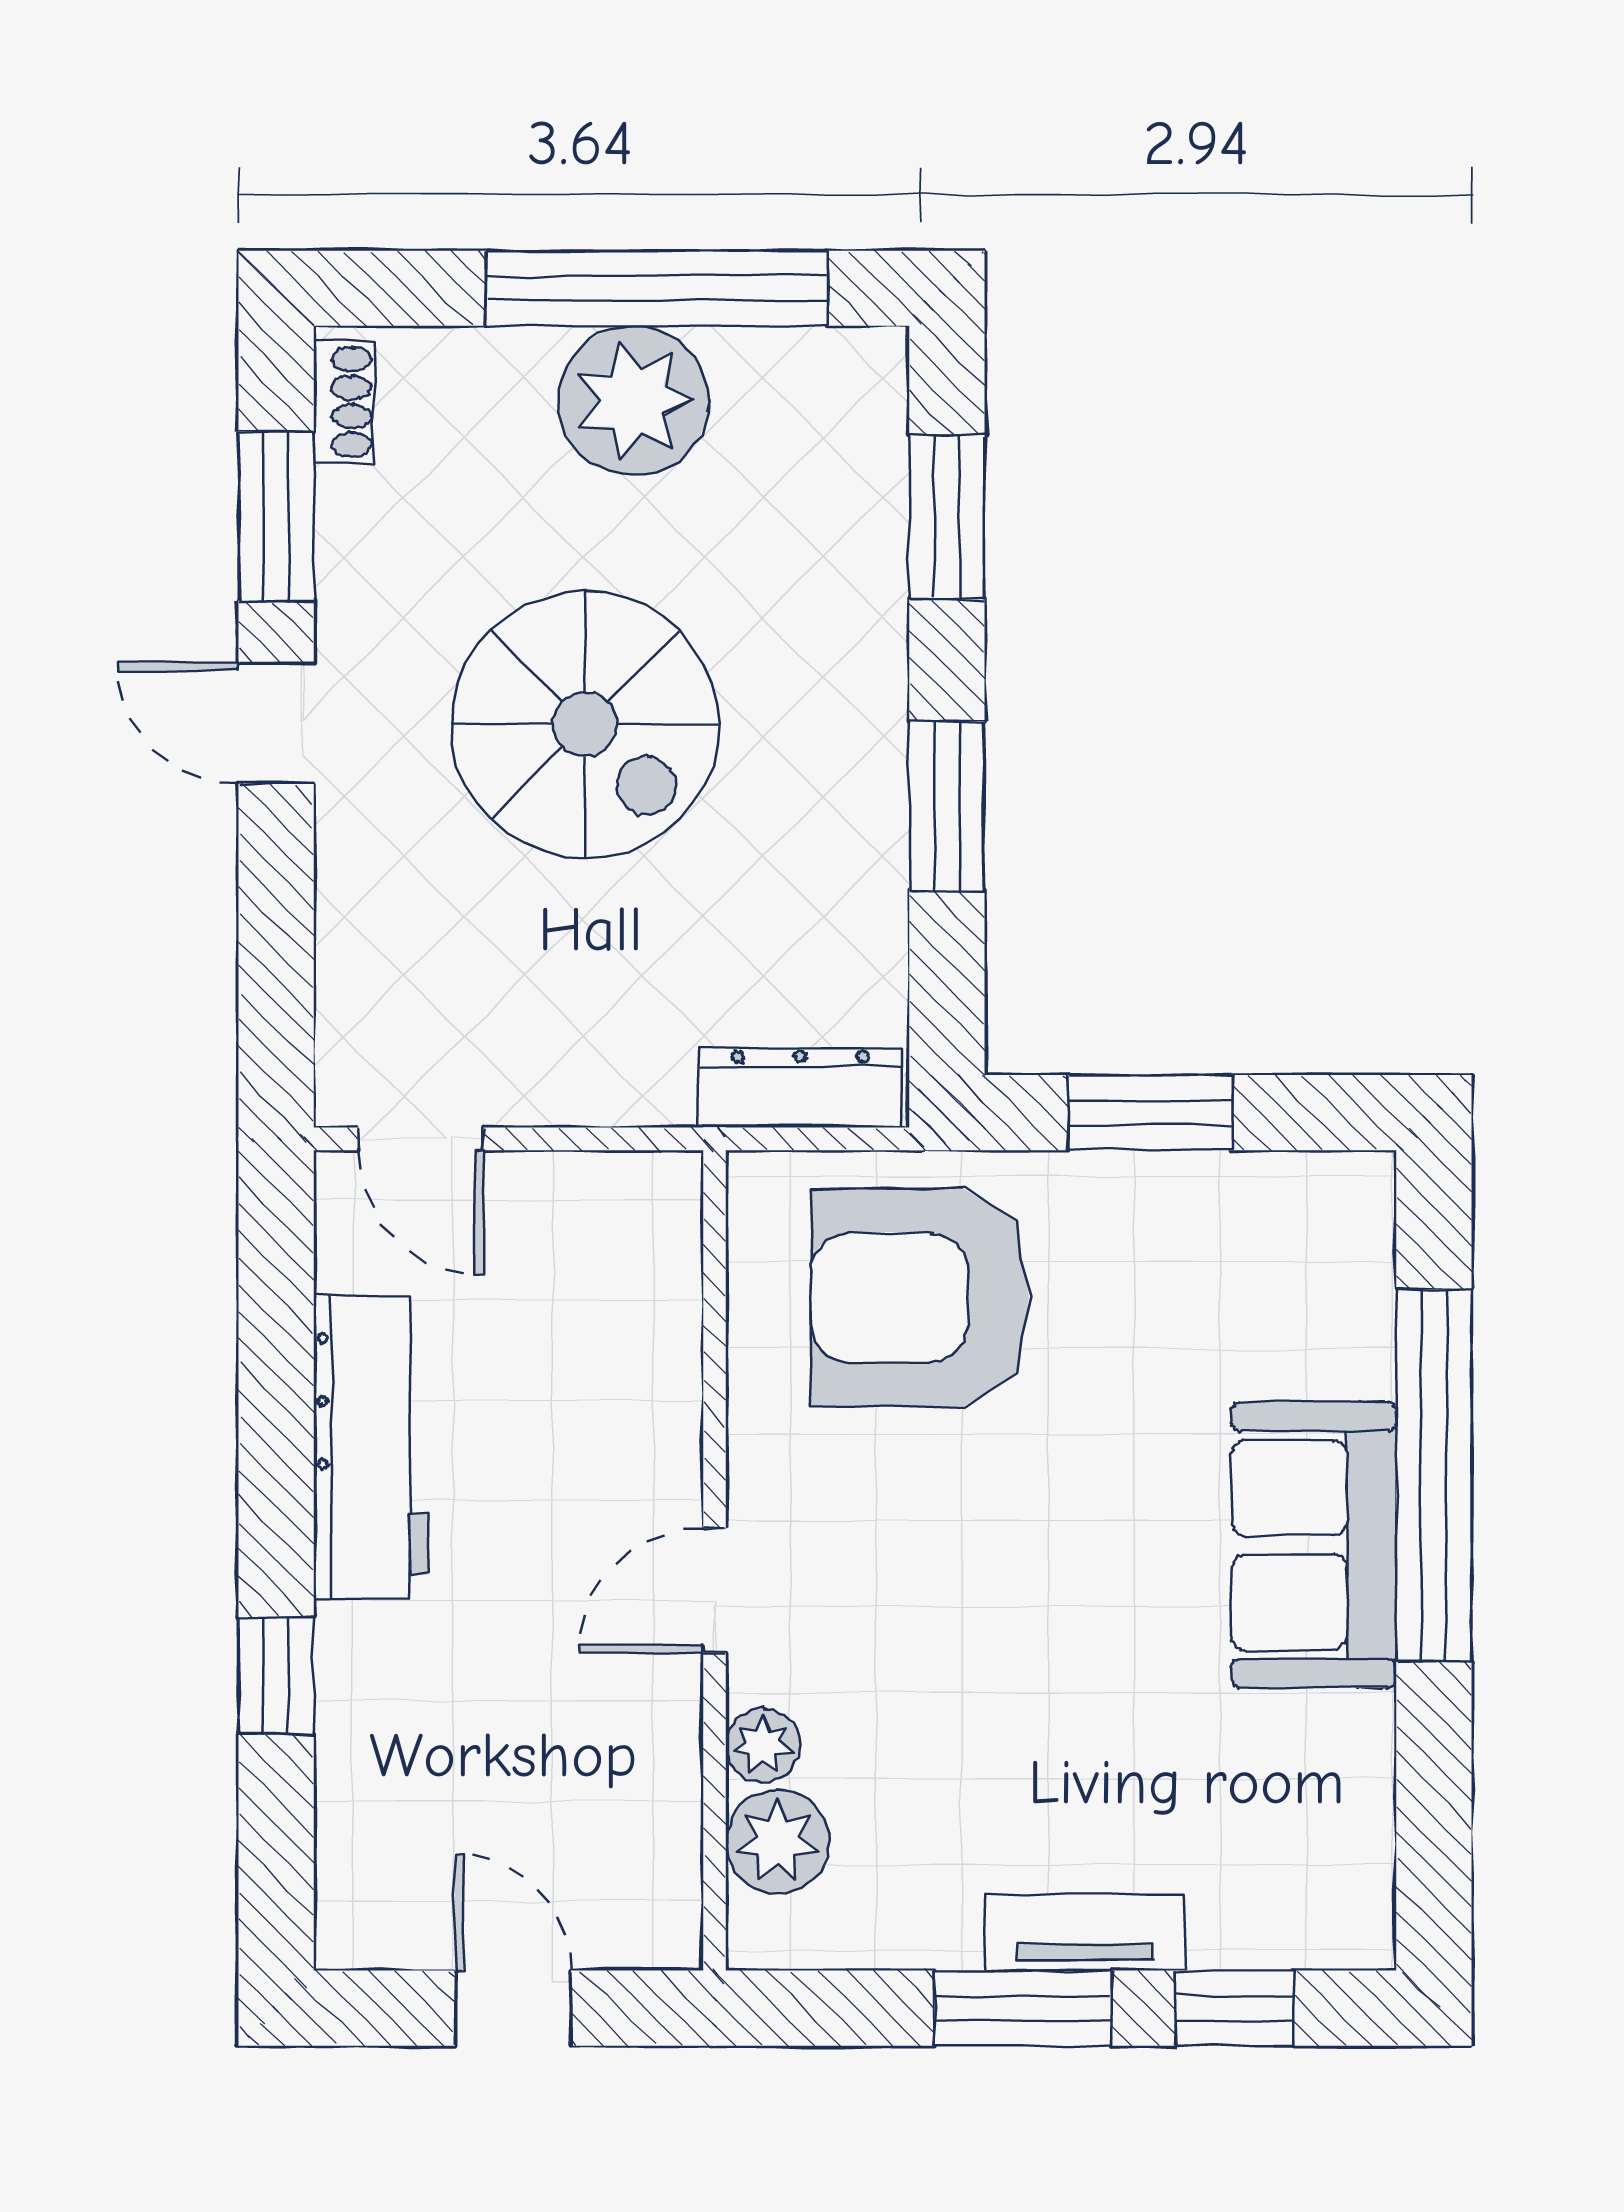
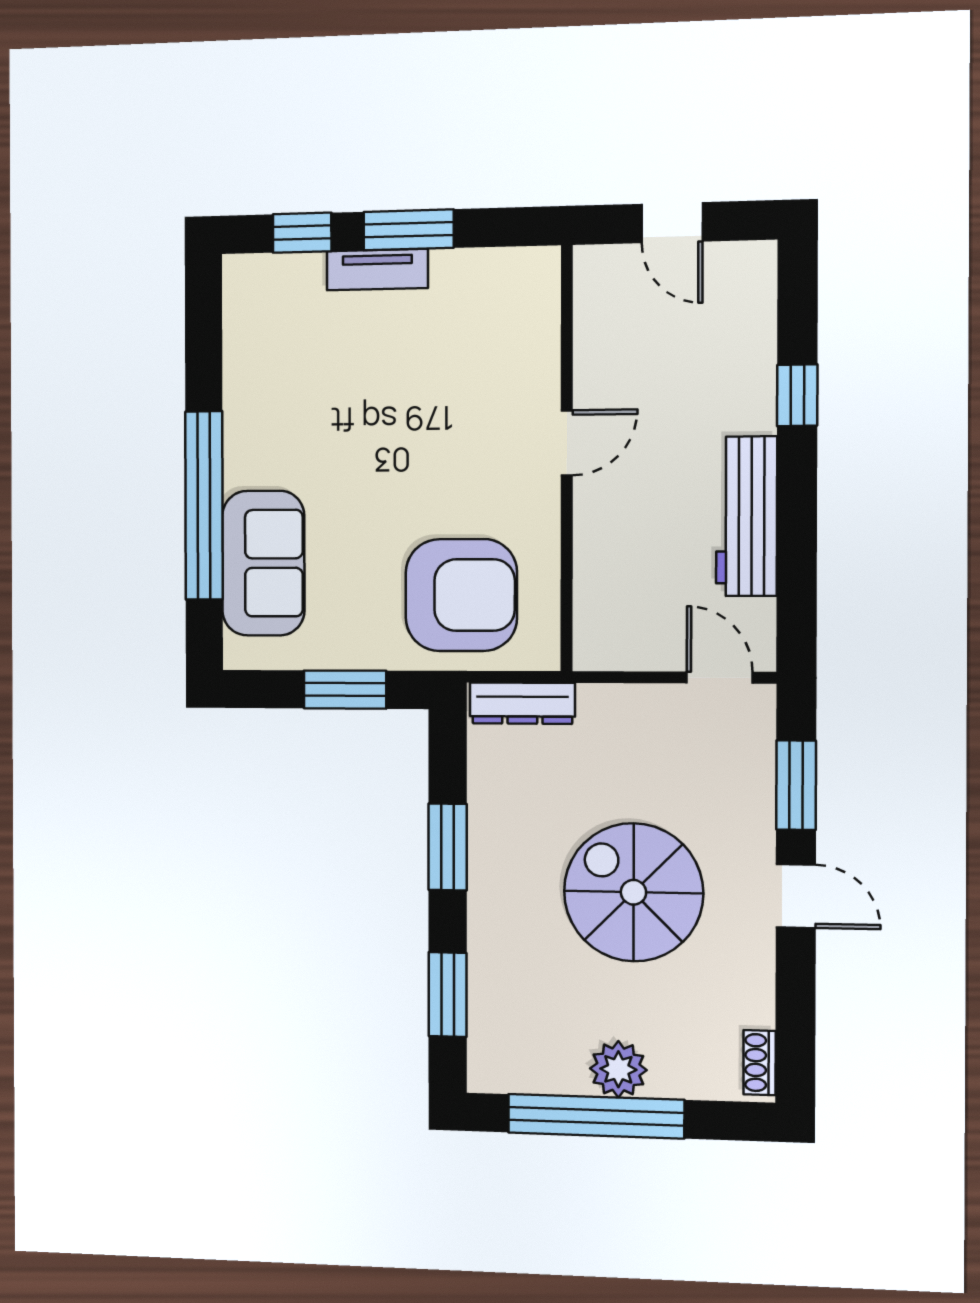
plant: (634, 401) -> (618, 1069), width x0.73, depth x0.73
window: (276, 516) -> (796, 785), moved
sofa: (1314, 1545) -> (263, 563), moved
plant: (763, 1745) -> (542, 363), removed
plant: (778, 1842) -> (534, 313), removed

